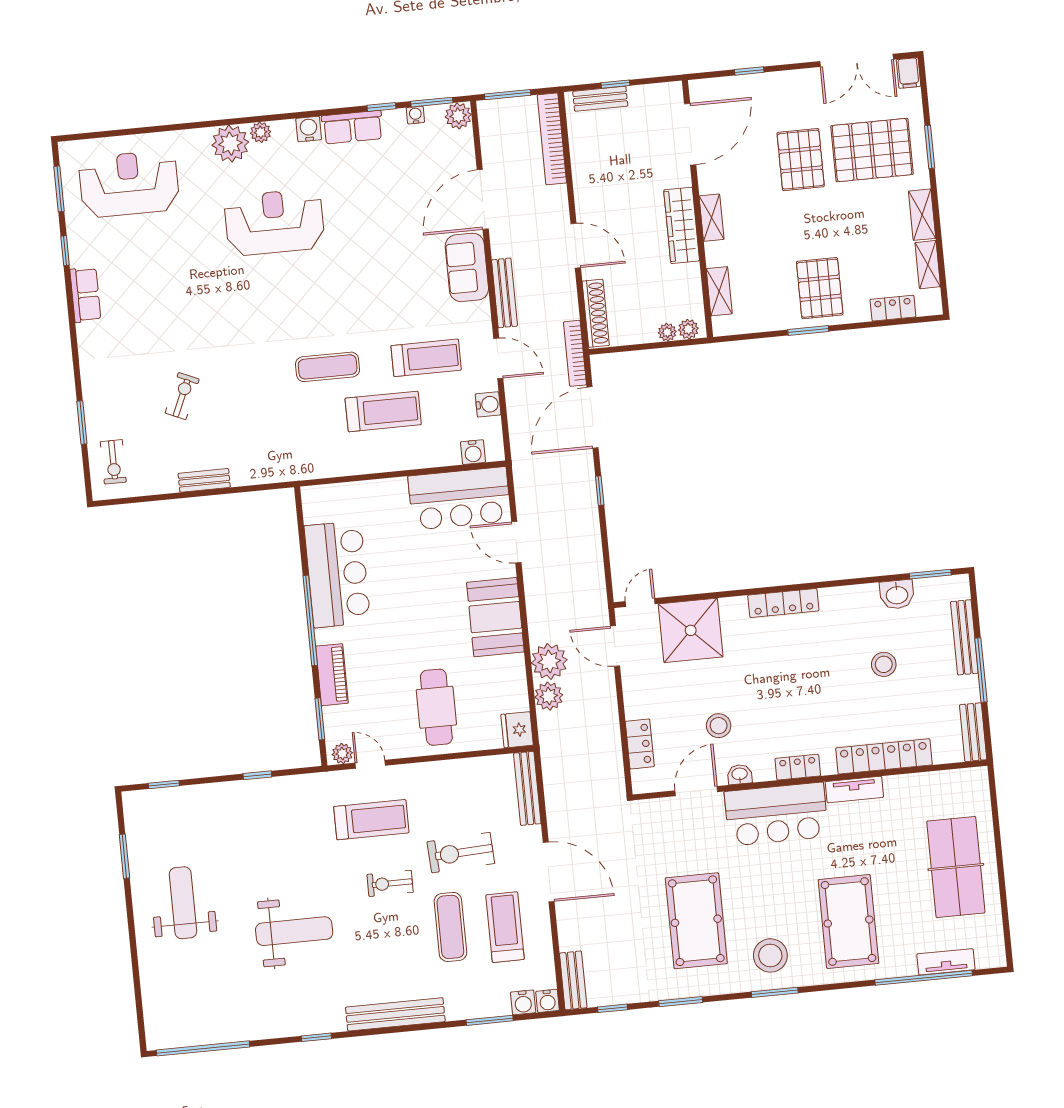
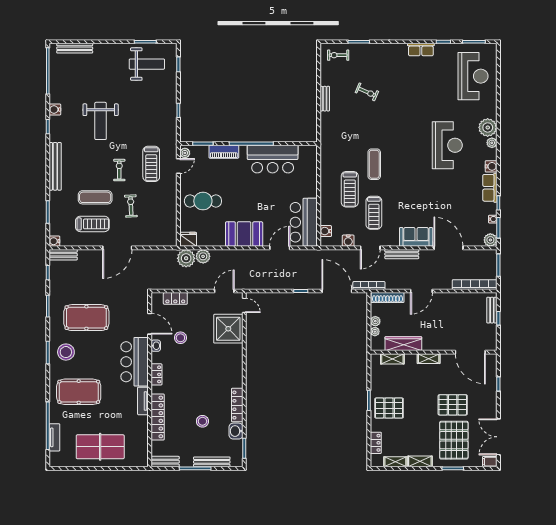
wardrobe: (682, 225) -> (403, 344), moved
plant: (688, 329) -> (375, 321), moved
locker: (783, 603) -> (237, 405), moved
plant: (549, 661) -> (186, 258), moved
bench: (527, 788) -> (75, 48), moved
exercise bike: (461, 853) -> (131, 206), width x0.73, depth x0.72
weight bench: (183, 903) -> (147, 64), moved
water cooler: (523, 1002) -> (55, 110), moved

